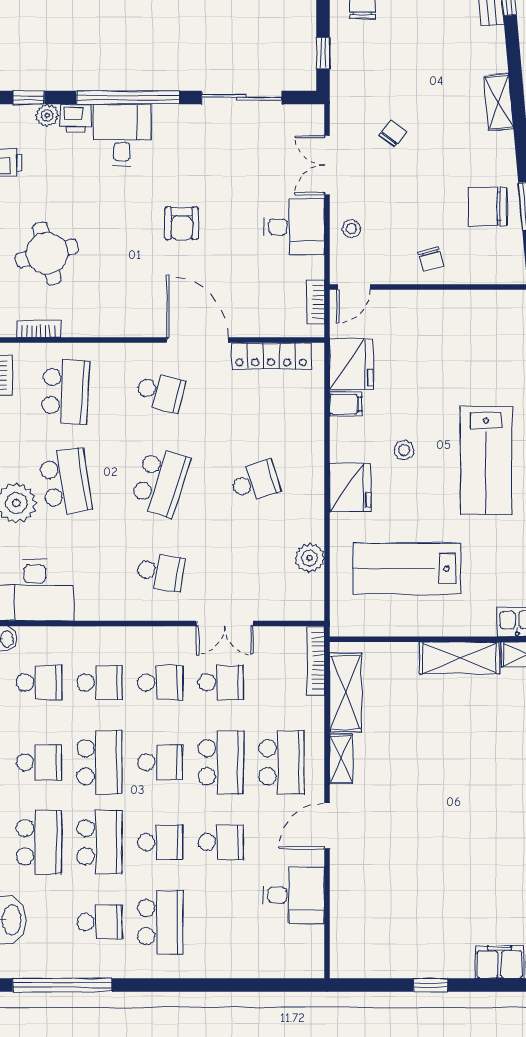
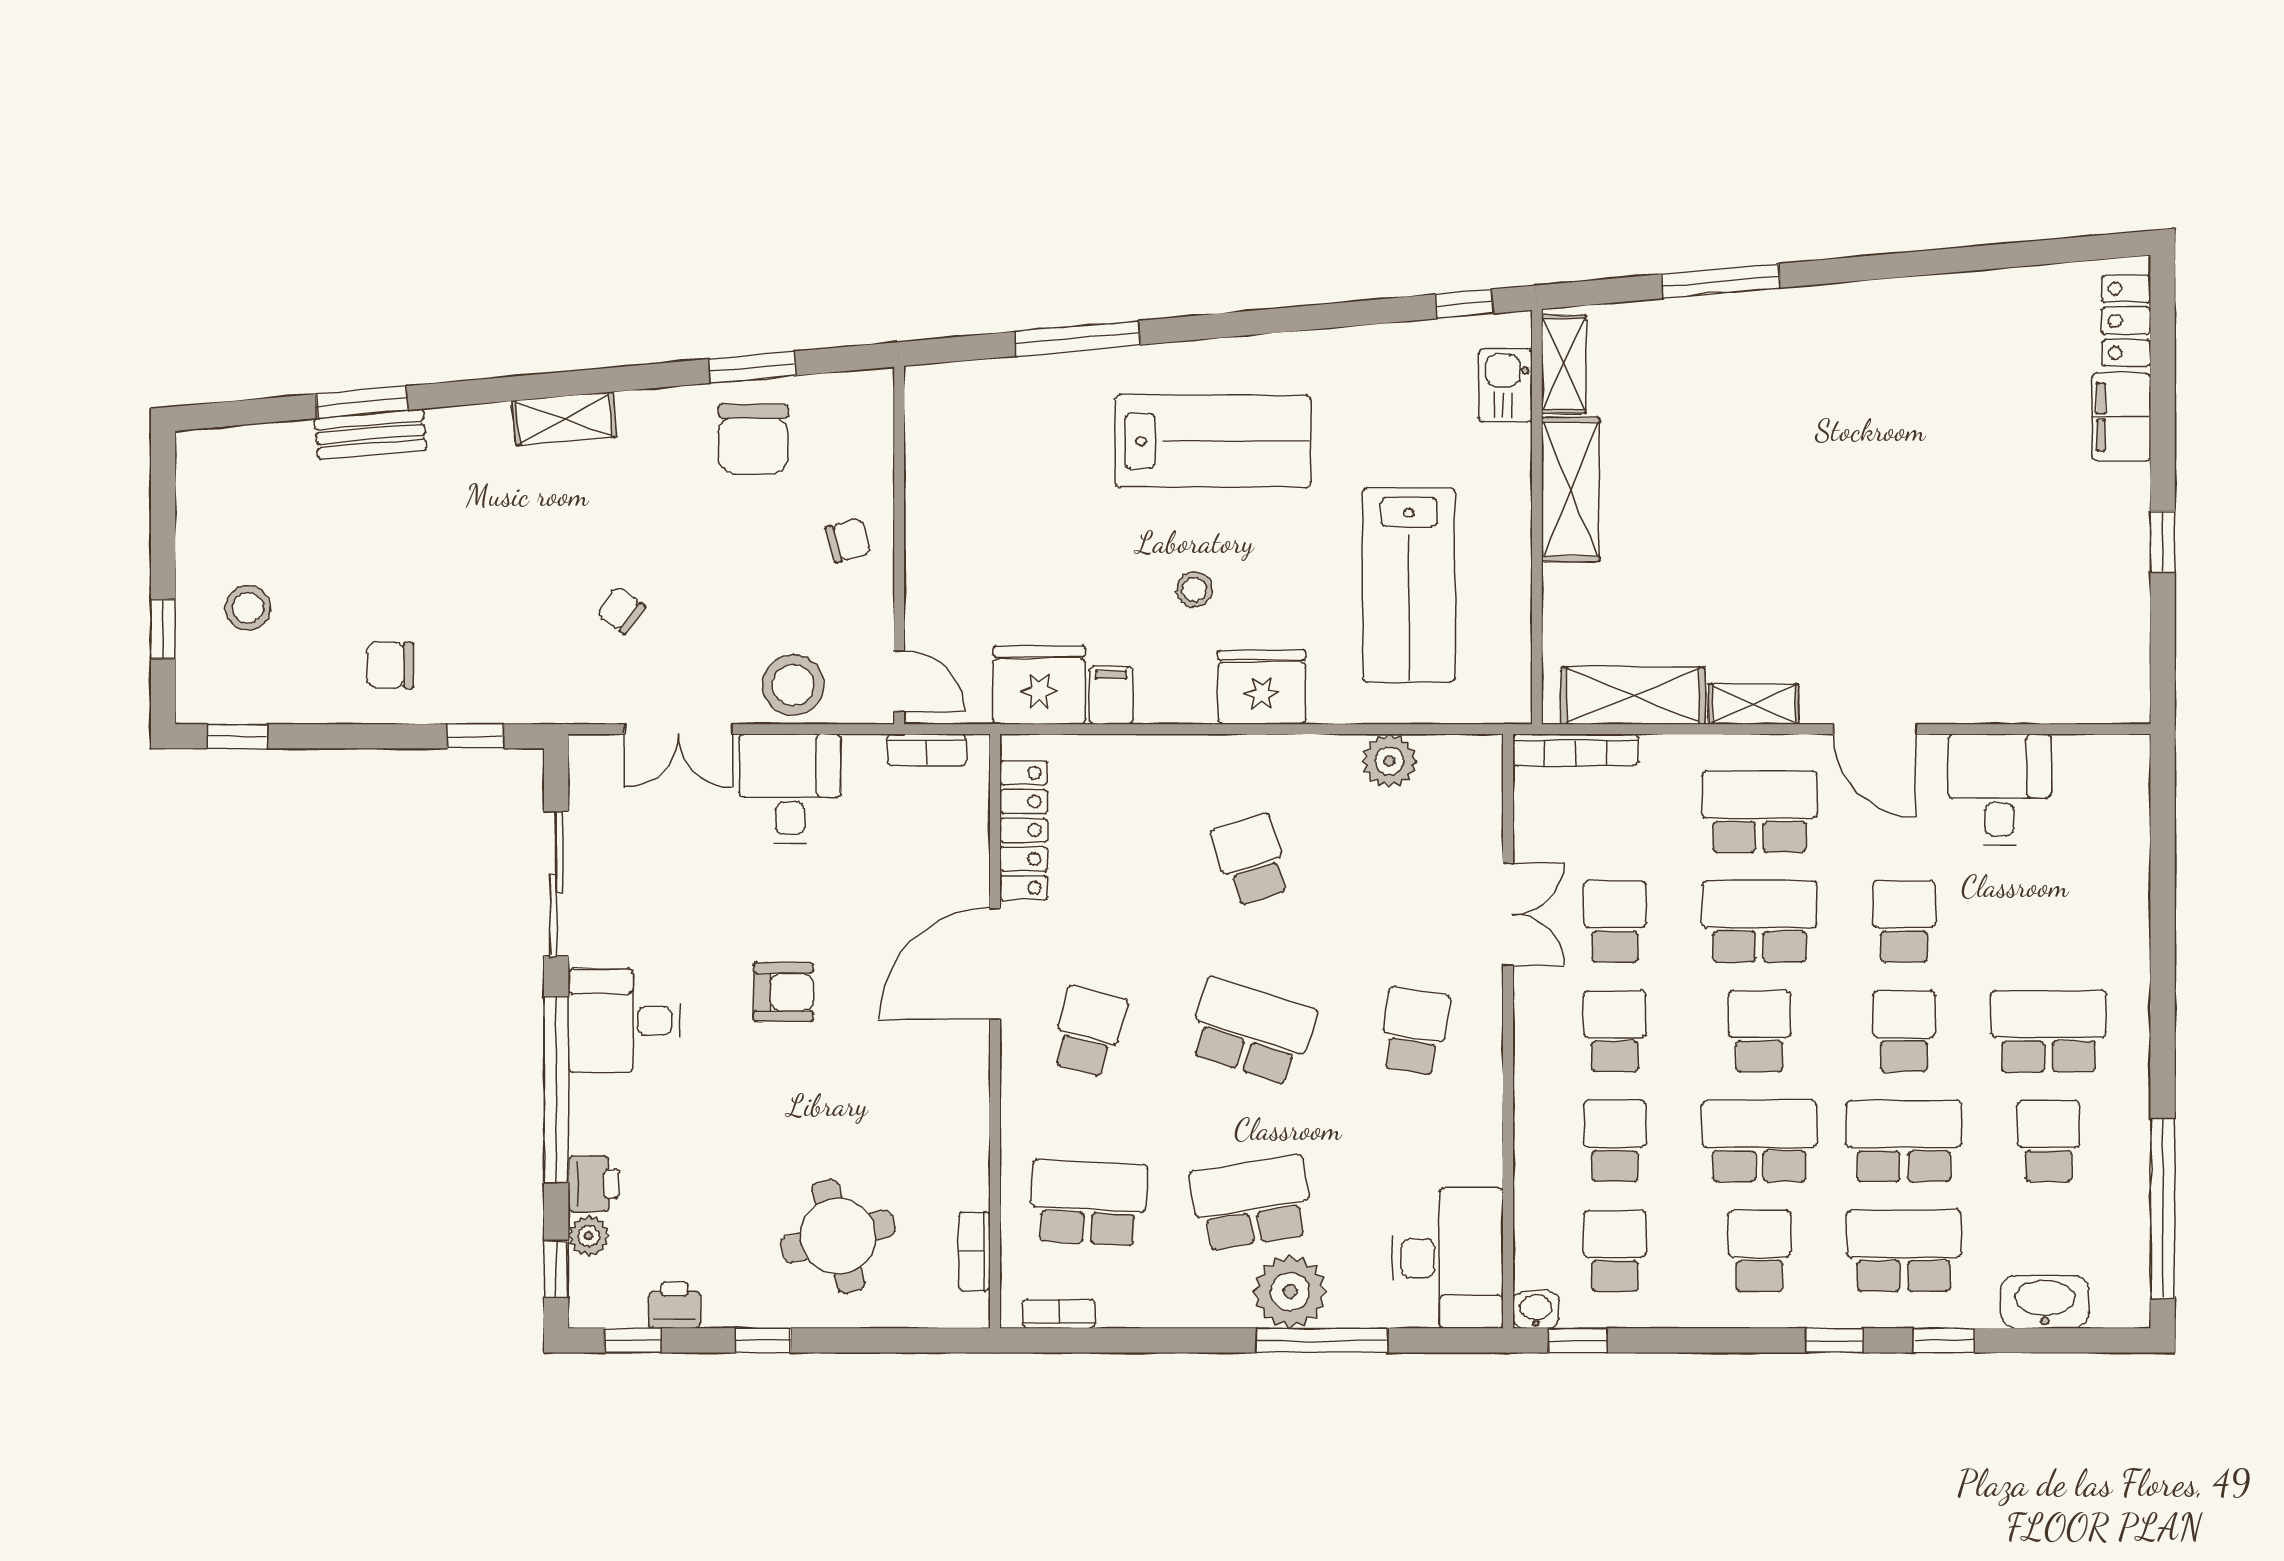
desk: (122, 135) -> (624, 1021), moved
stool: (351, 229) -> (793, 685), width x1.89, depth x1.89

